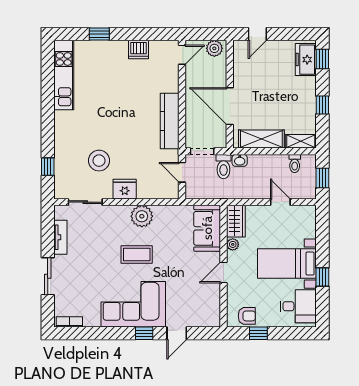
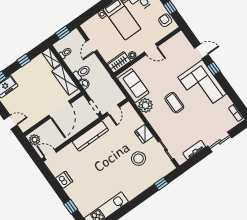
toilet: (223, 167) -> (82, 72), moved
plant: (142, 216) -> (145, 105), moved
sofa: (207, 228) -> (133, 86), moved, turned -90

